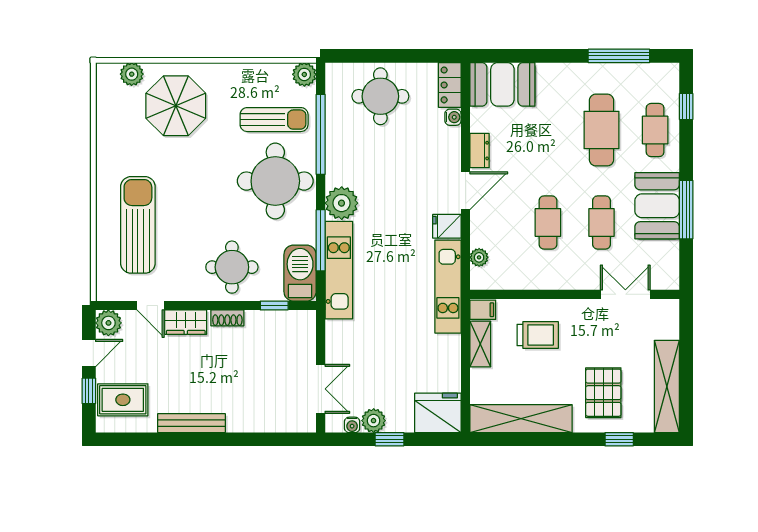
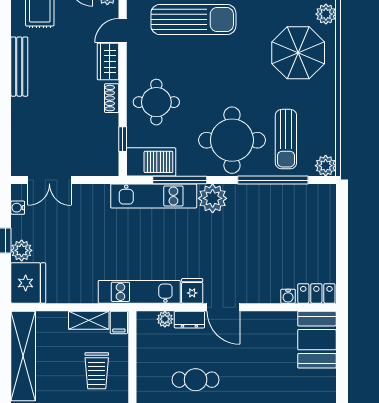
round table: (380, 96) -> (306, 232), removed
dresser: (480, 151) -> (189, 320), moved
plant: (374, 421) -> (22, 250), moved

